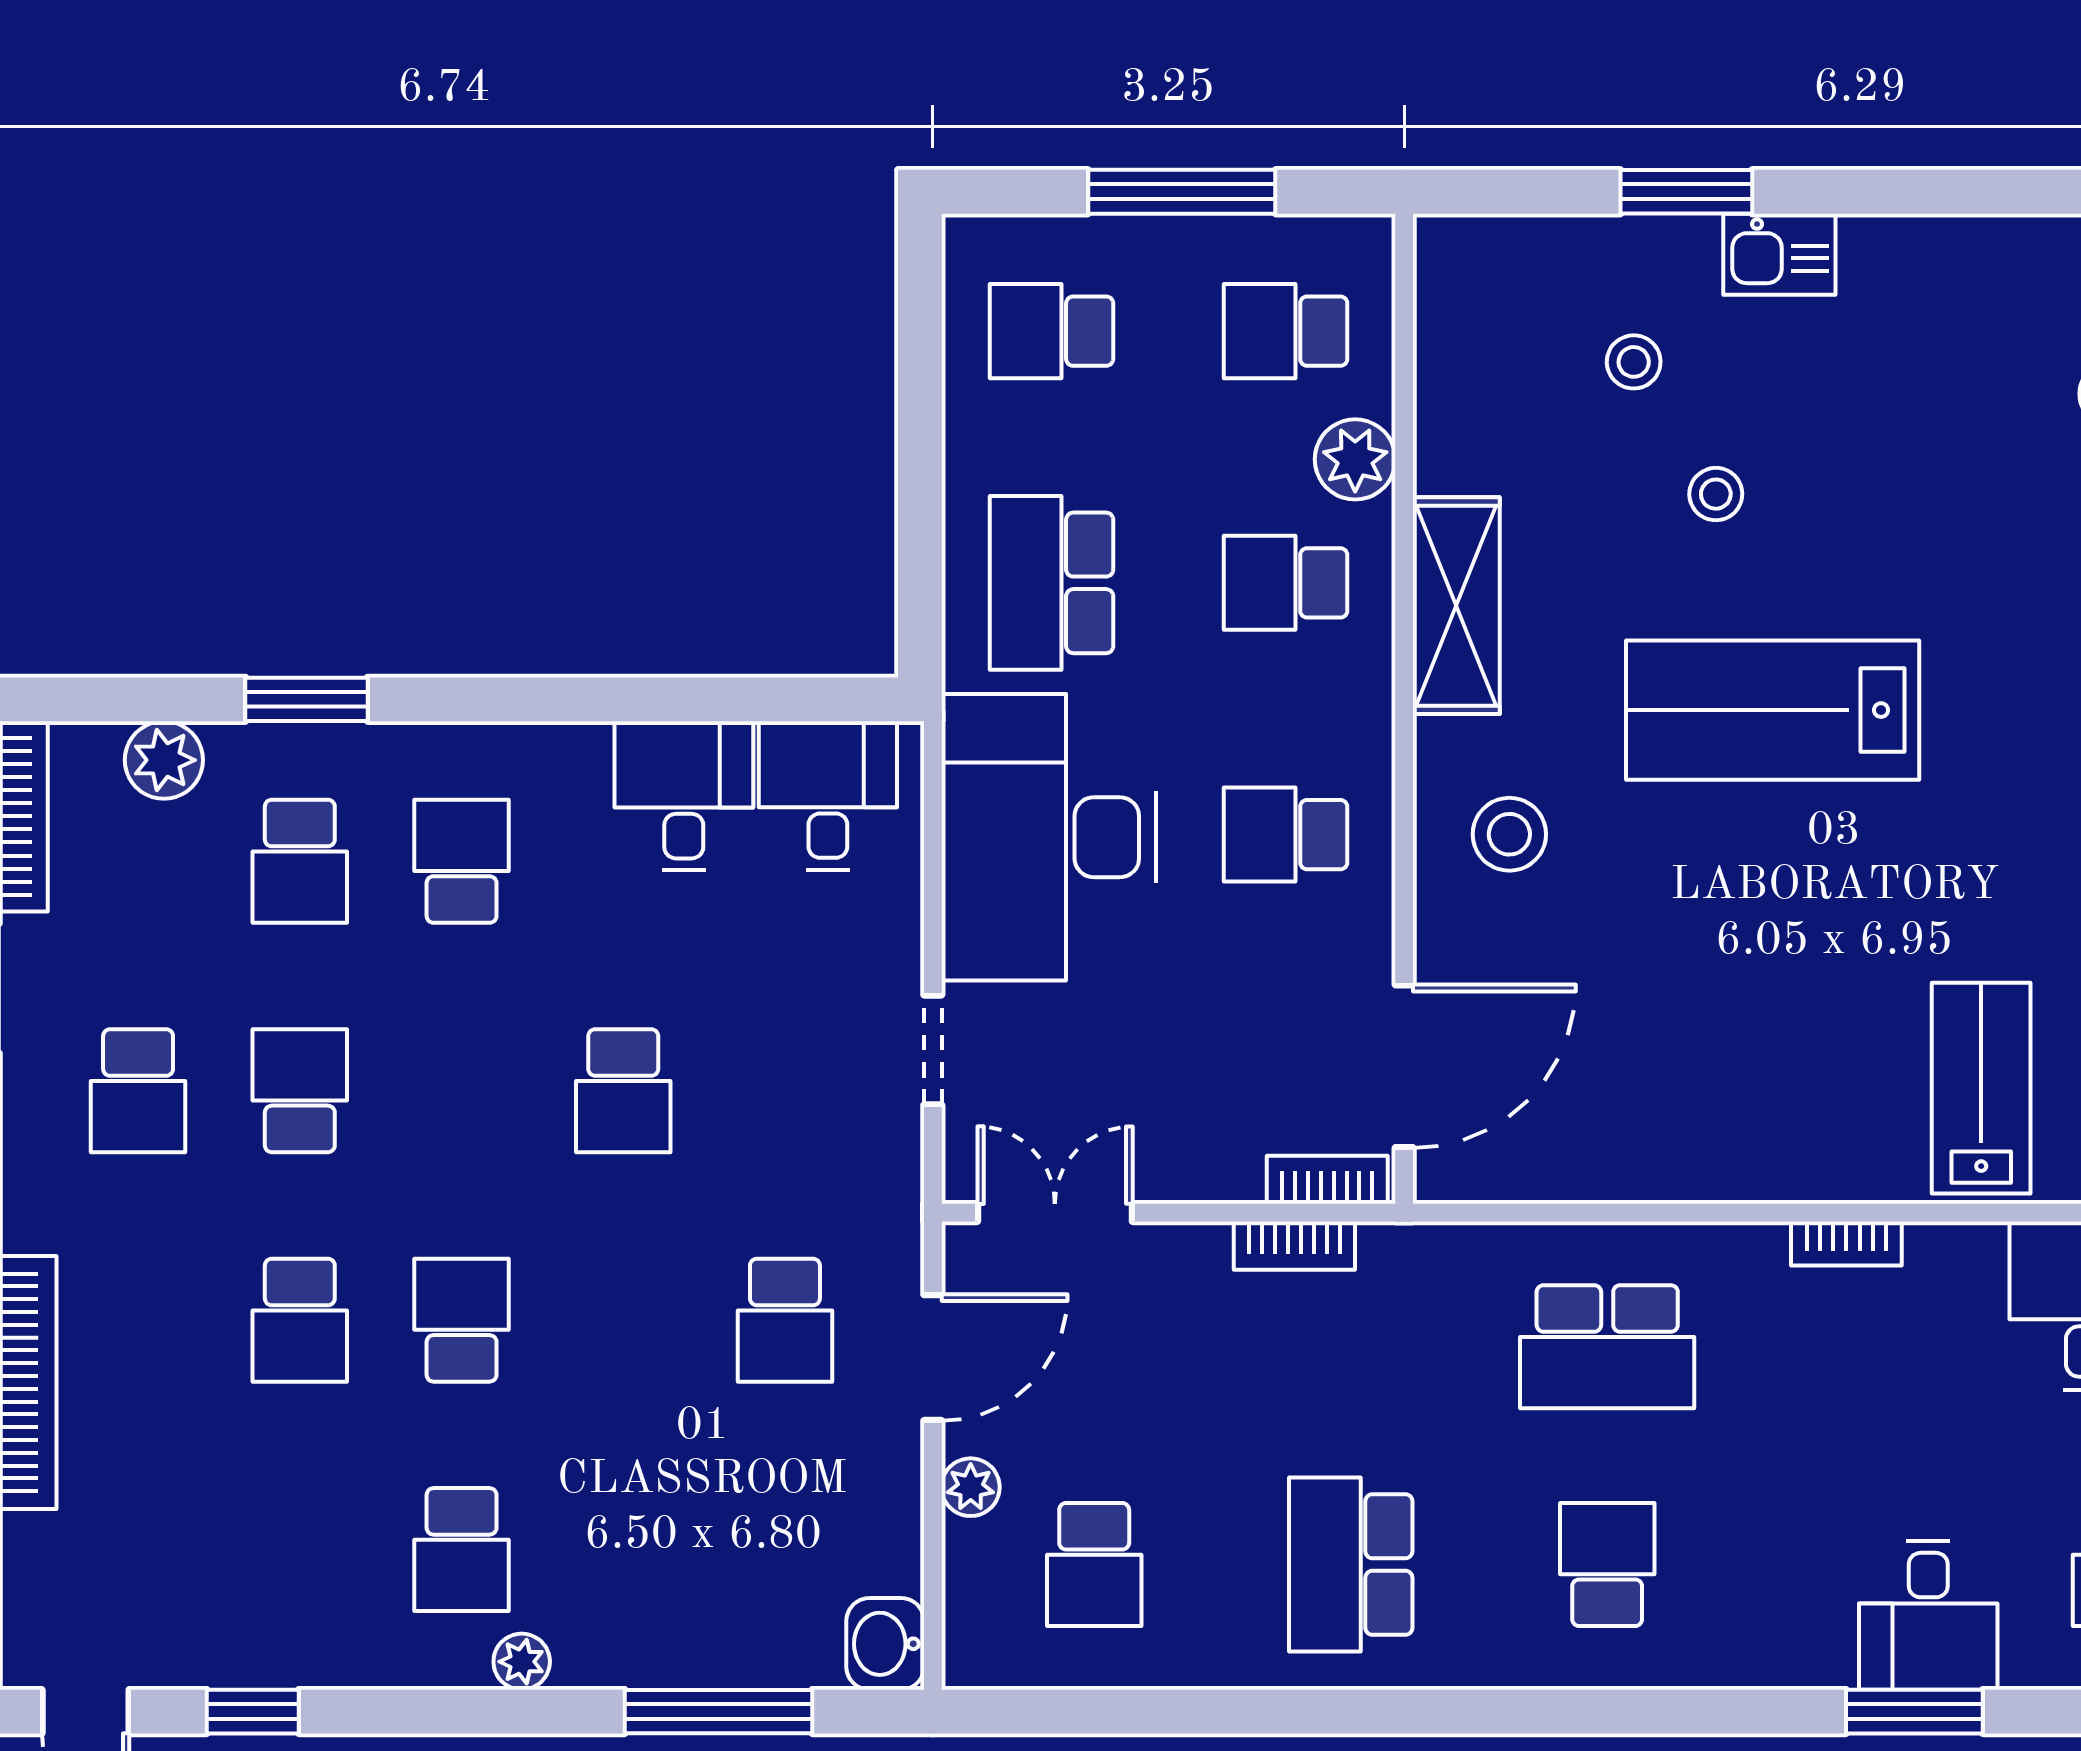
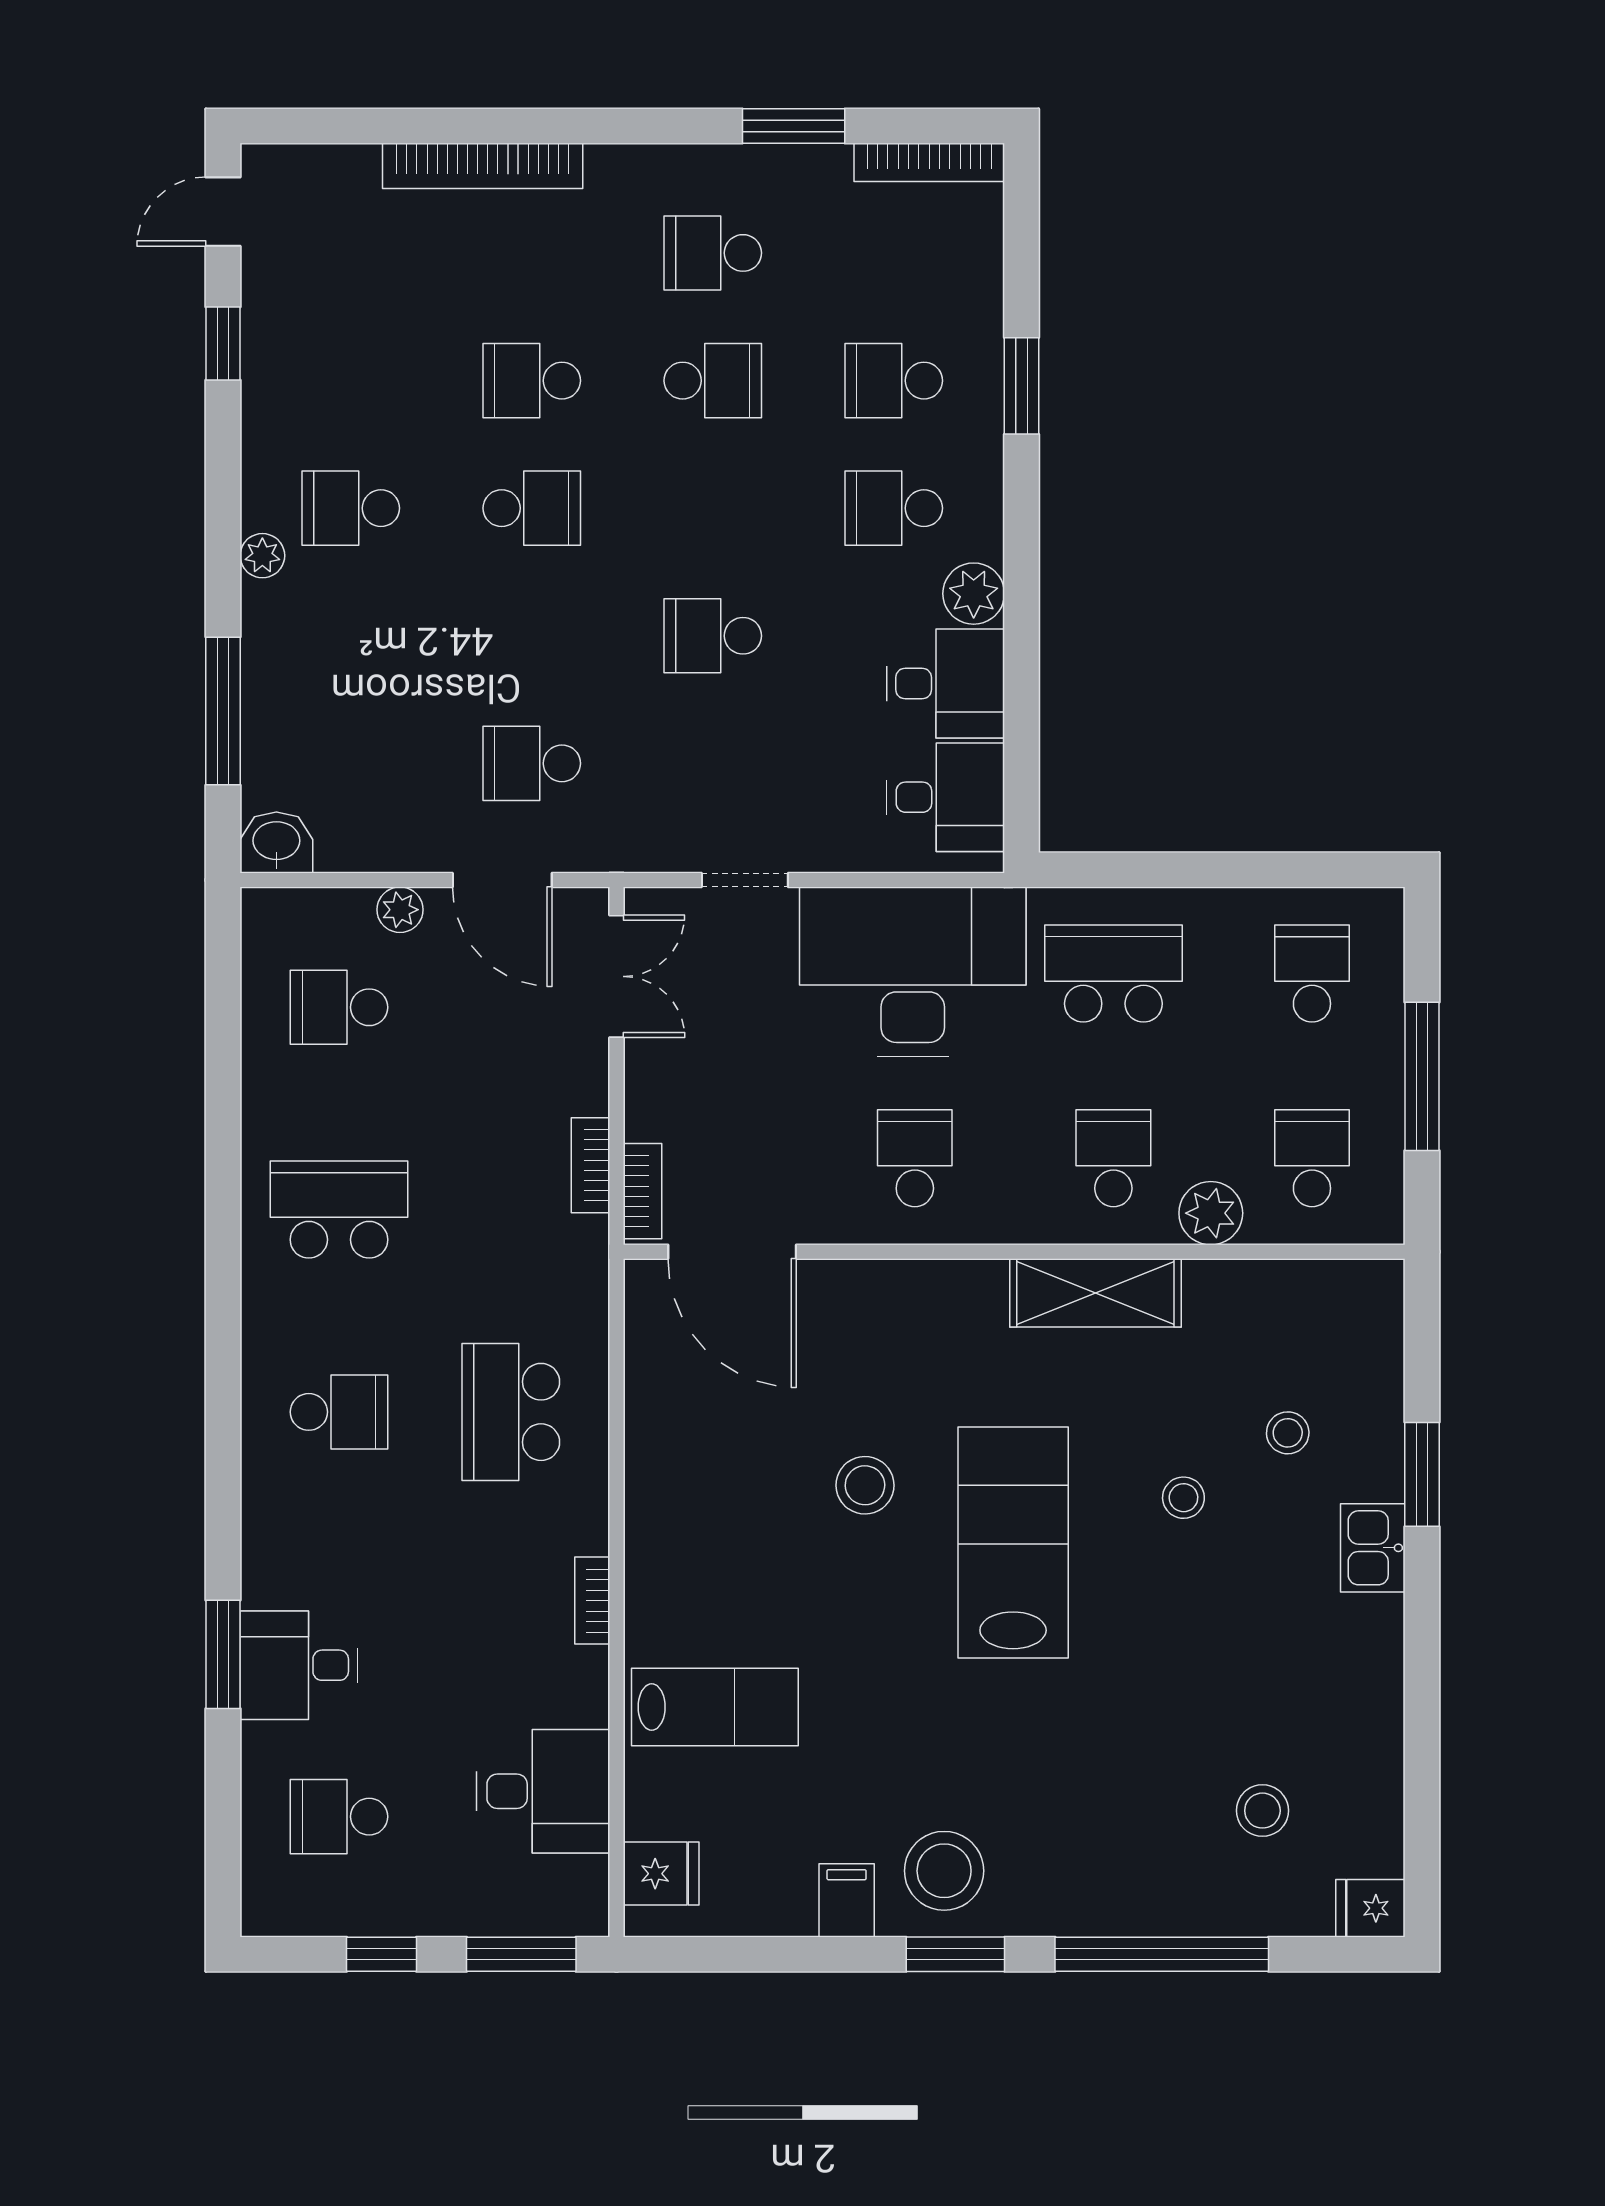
plant: (164, 760) -> (974, 594), moved
stool: (1509, 834) -> (865, 1485), moved
school desk: (462, 861) -> (894, 508), turned 180

